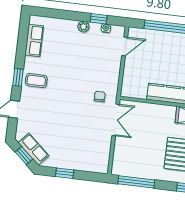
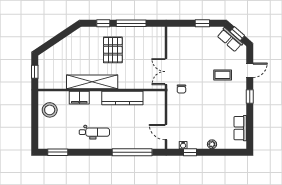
plant: (83, 27) -> (212, 144), moved
door: (125, 46) -> (166, 132), hinge flipped
coffee table: (36, 81) -> (223, 75), moved
window: (136, 182) -> (131, 23), moved

